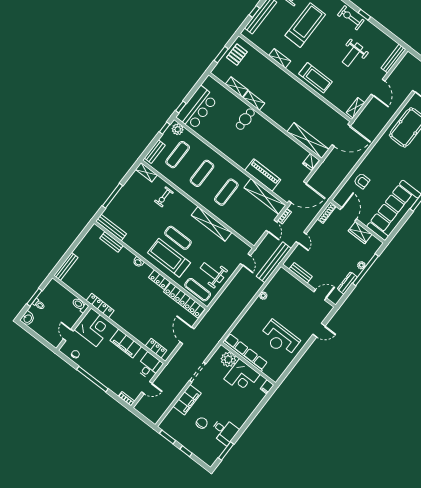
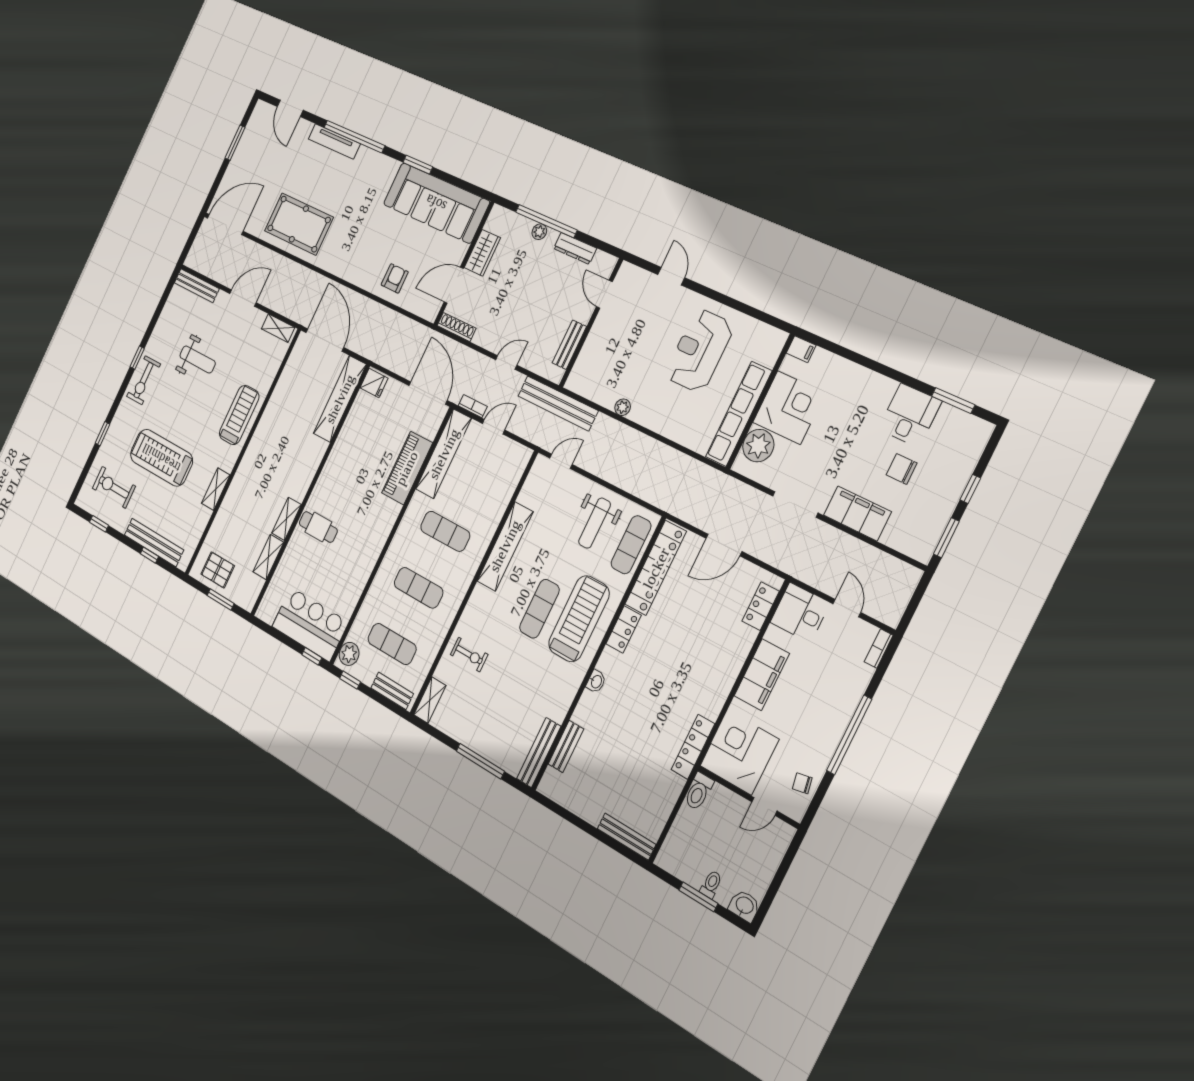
treadmill: (169, 258) -> (579, 619), turned 180
reception desk: (280, 338) -> (699, 351), turned 180

